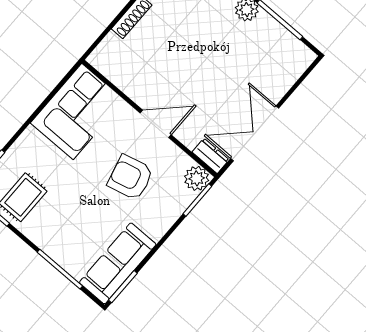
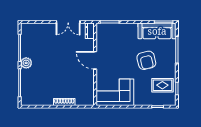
double door: (255, 133) -> (68, 22), width x0.73
armchair: (131, 177) -> (146, 60), moved
plant: (197, 178) -> (102, 29), removed

